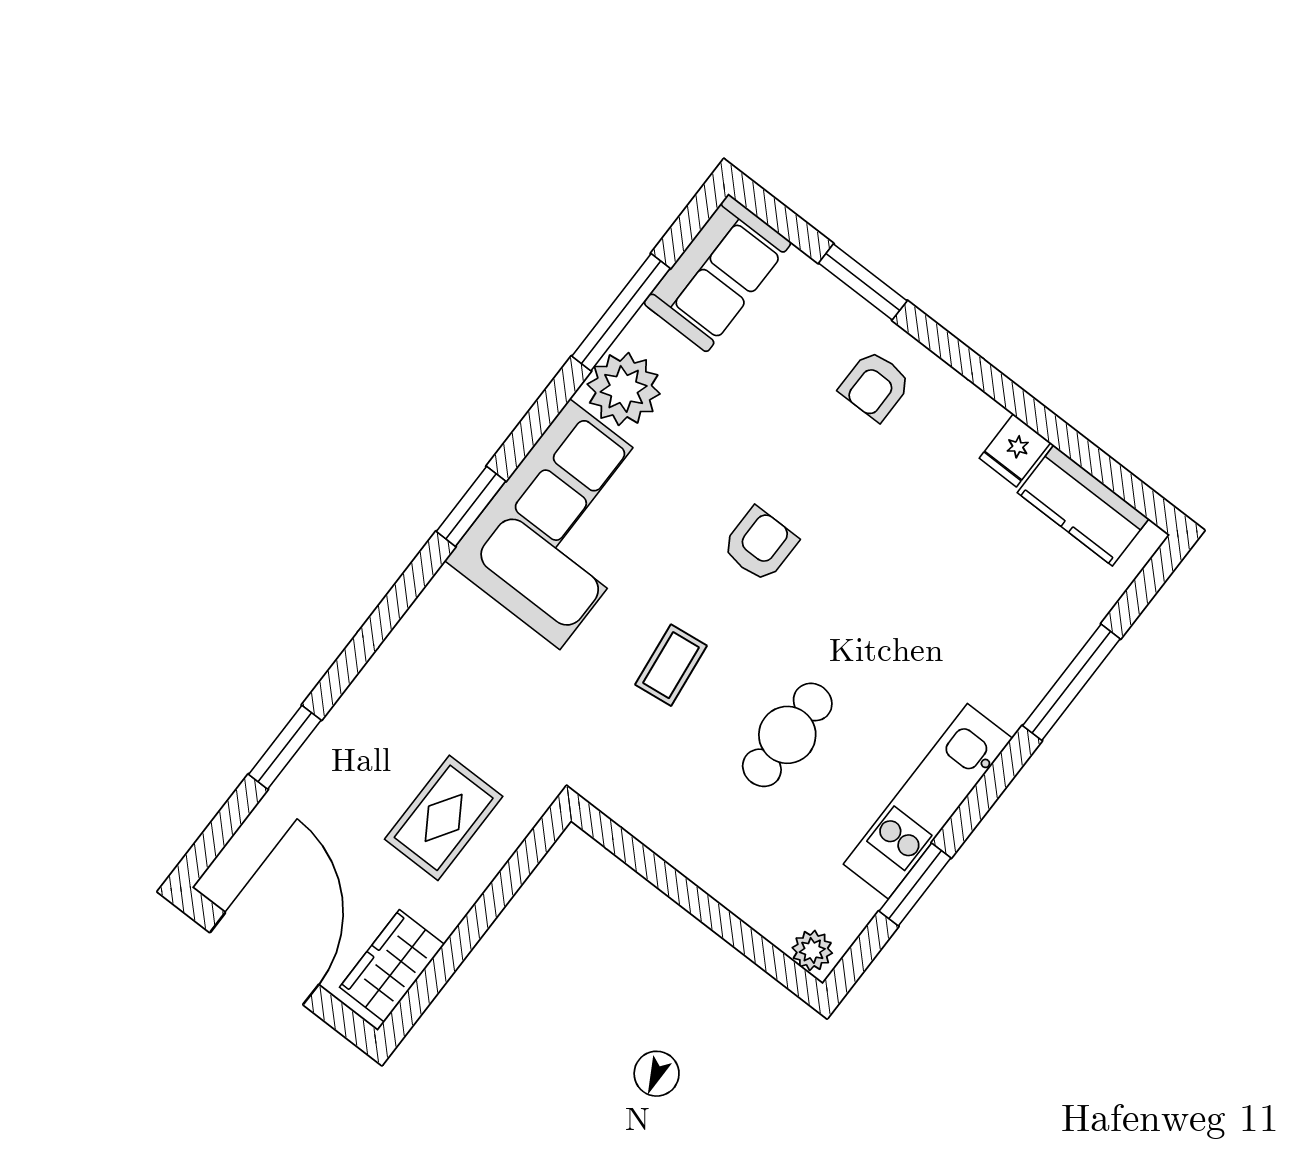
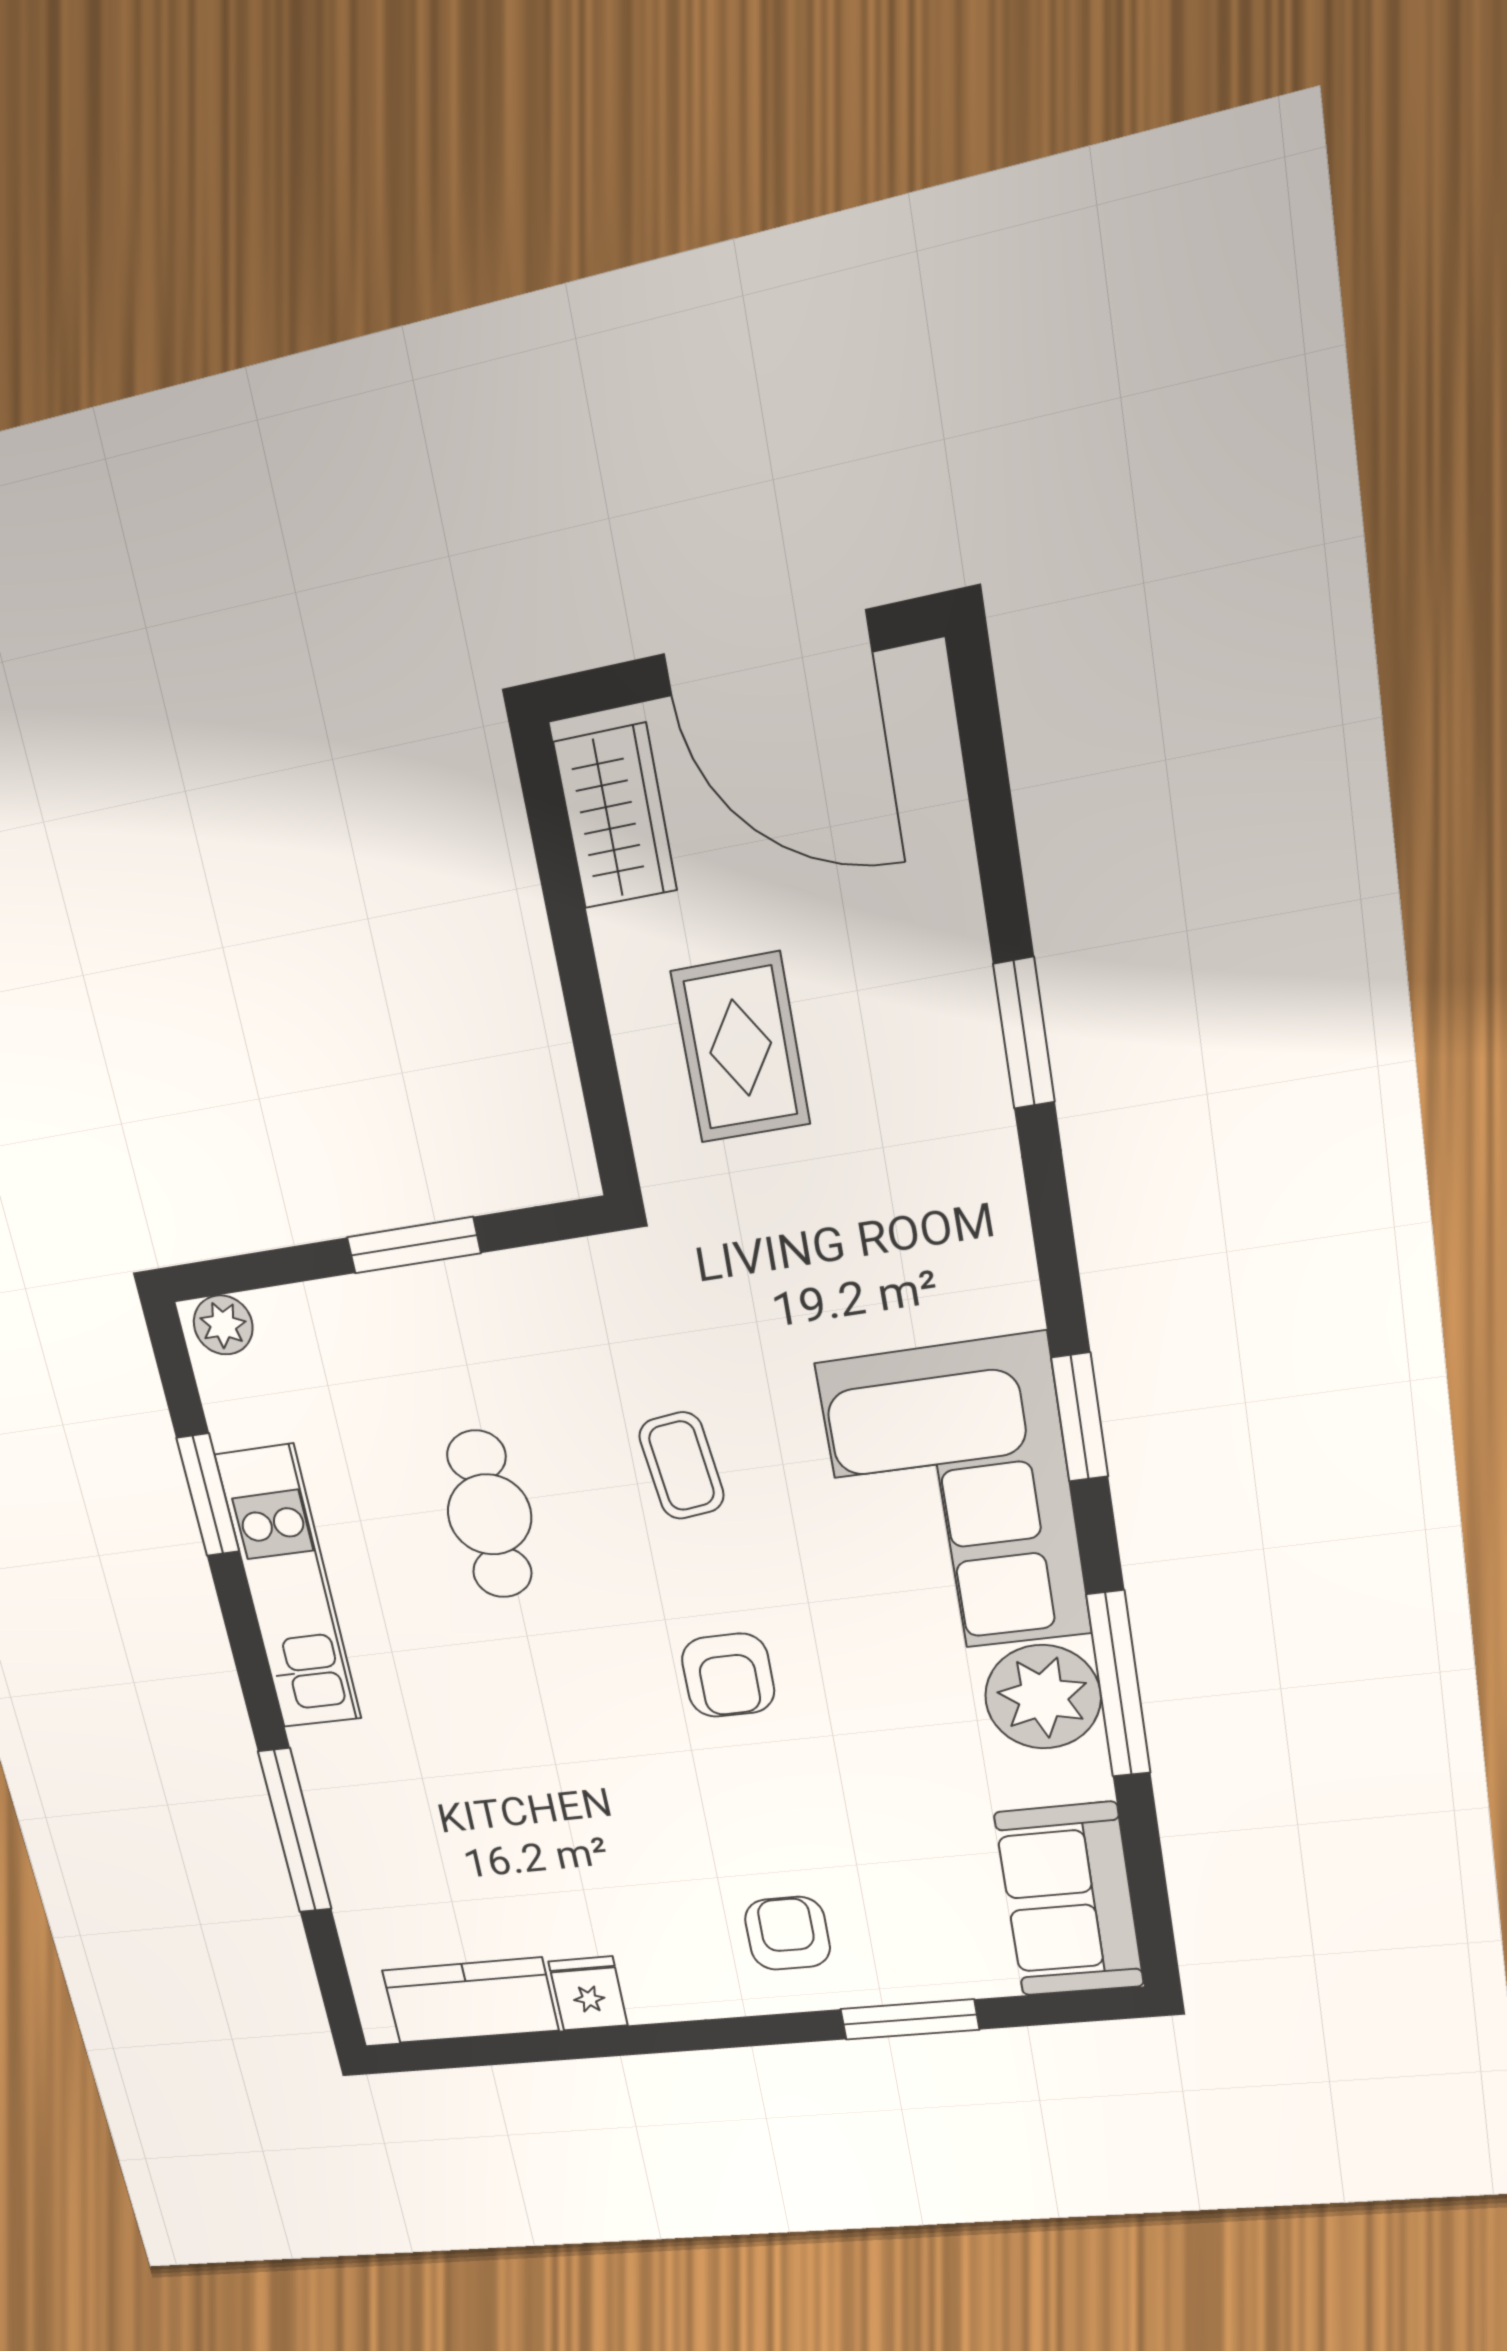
window: (621, 312) -> (1119, 1684), moved
window: (285, 747) -> (1024, 1033), moved
window: (681, 890) -> (414, 1245), added

